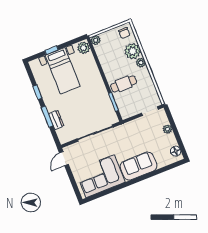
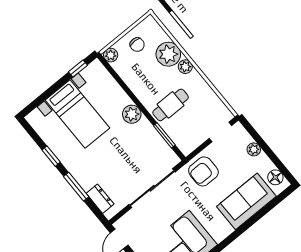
chair: (124, 33) -> (137, 45), moved
plant: (84, 48) -> (132, 114), moved
window: (51, 50) -> (78, 69), moved
dresser: (56, 120) -> (100, 199), moved
armchair: (131, 133) -> (203, 171), added
sofa: (139, 166) -> (246, 201), moved

